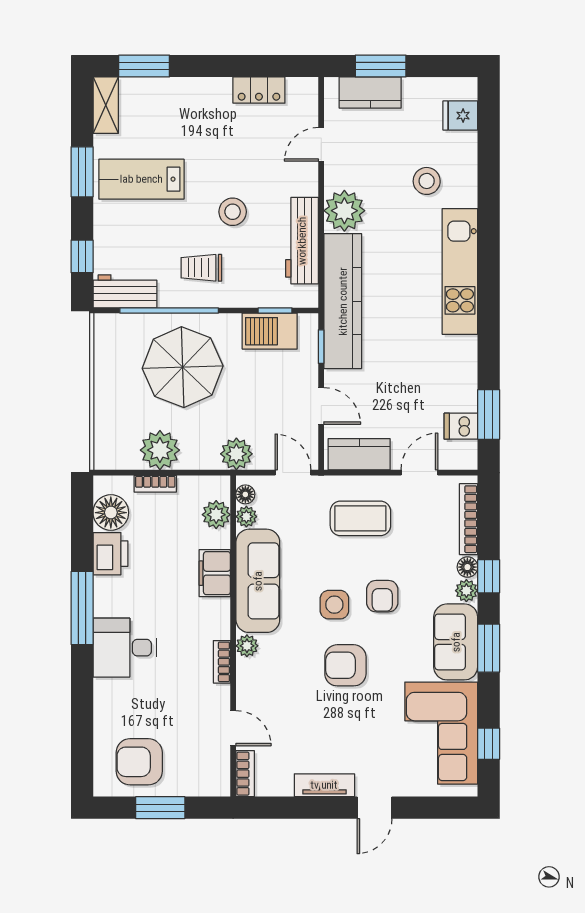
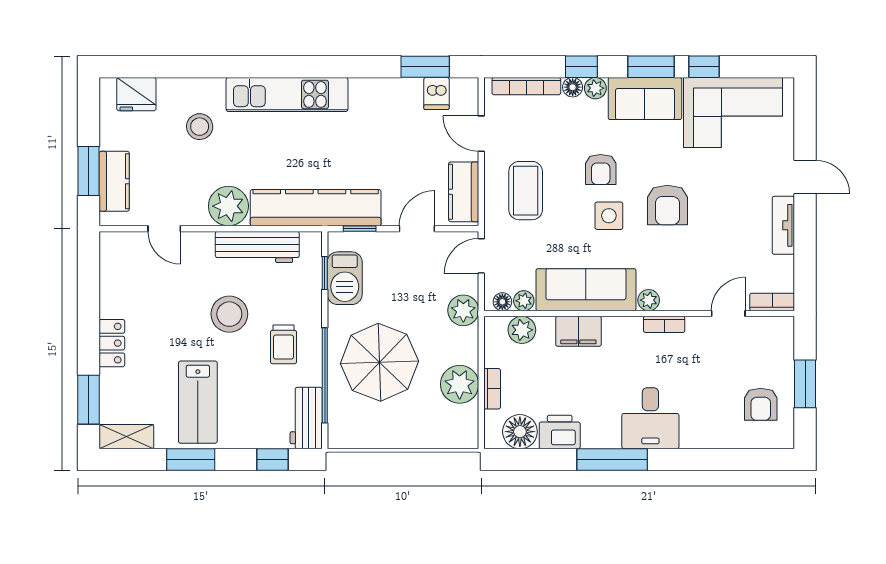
locker: (259, 90) -> (112, 343), moved
fridge: (460, 116) -> (136, 94), width x1.38
stool: (233, 212) -> (229, 314), width x1.38, depth x1.38
armchair: (382, 596) -> (601, 169), turned 90
window: (489, 744) -> (704, 67), moved
armchair: (139, 762) -> (761, 404), width x0.72, depth x0.72

